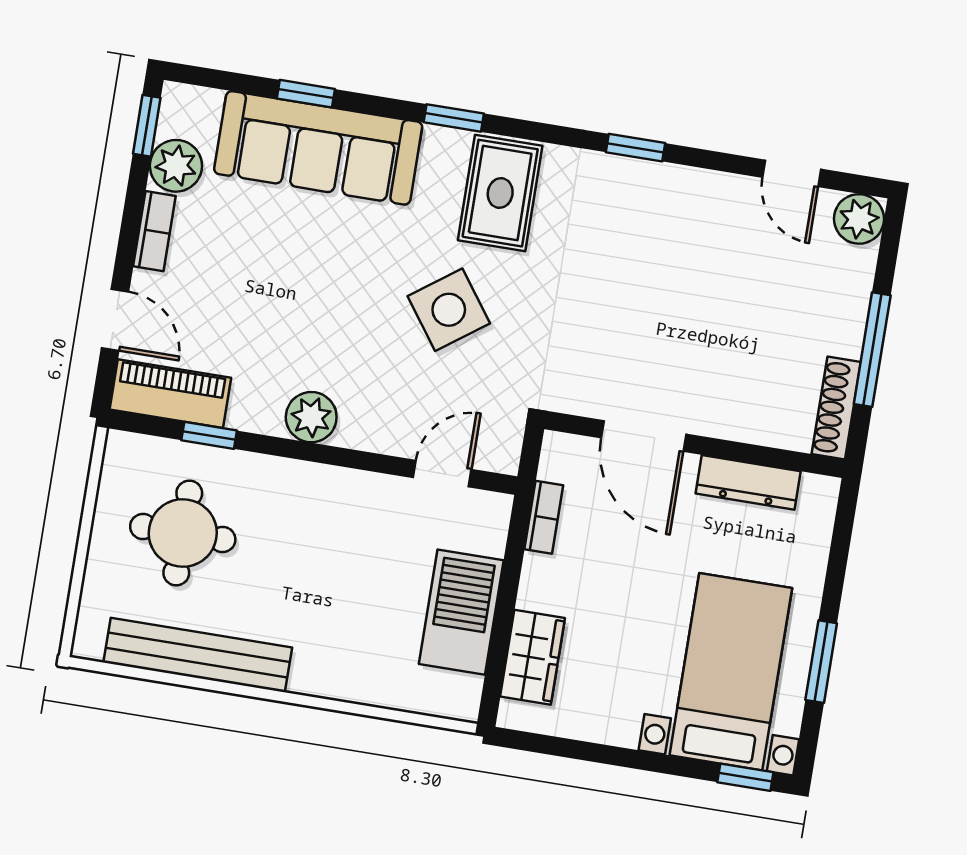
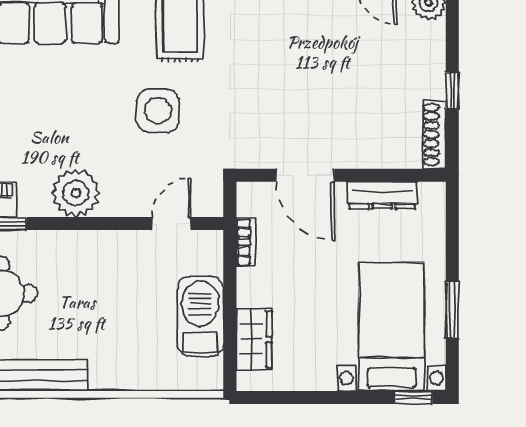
side table: (449, 310) -> (158, 111), turned 36
window: (872, 350) -> (452, 90), width x0.46
plant: (311, 417) -> (76, 193), width x1.36, depth x1.36

